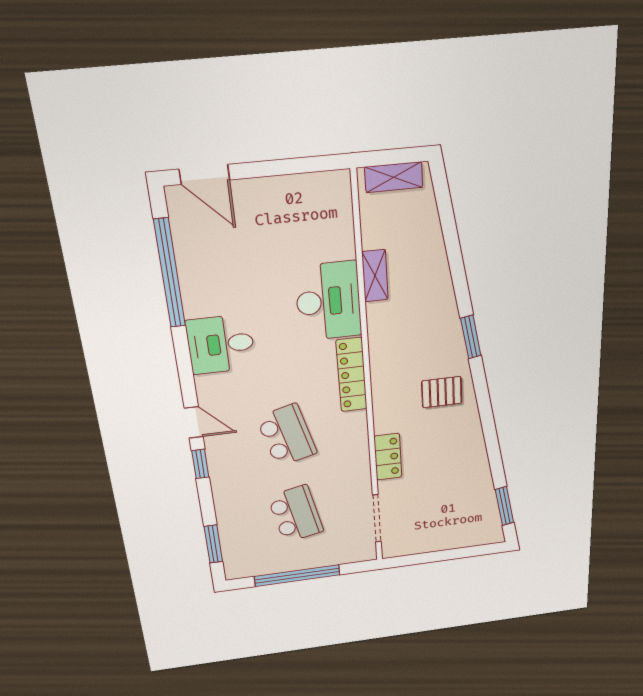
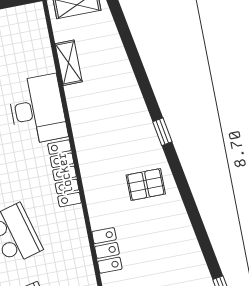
shelving: (375, 276) -> (69, 63), moved
window: (471, 337) -> (162, 132), width x0.67

